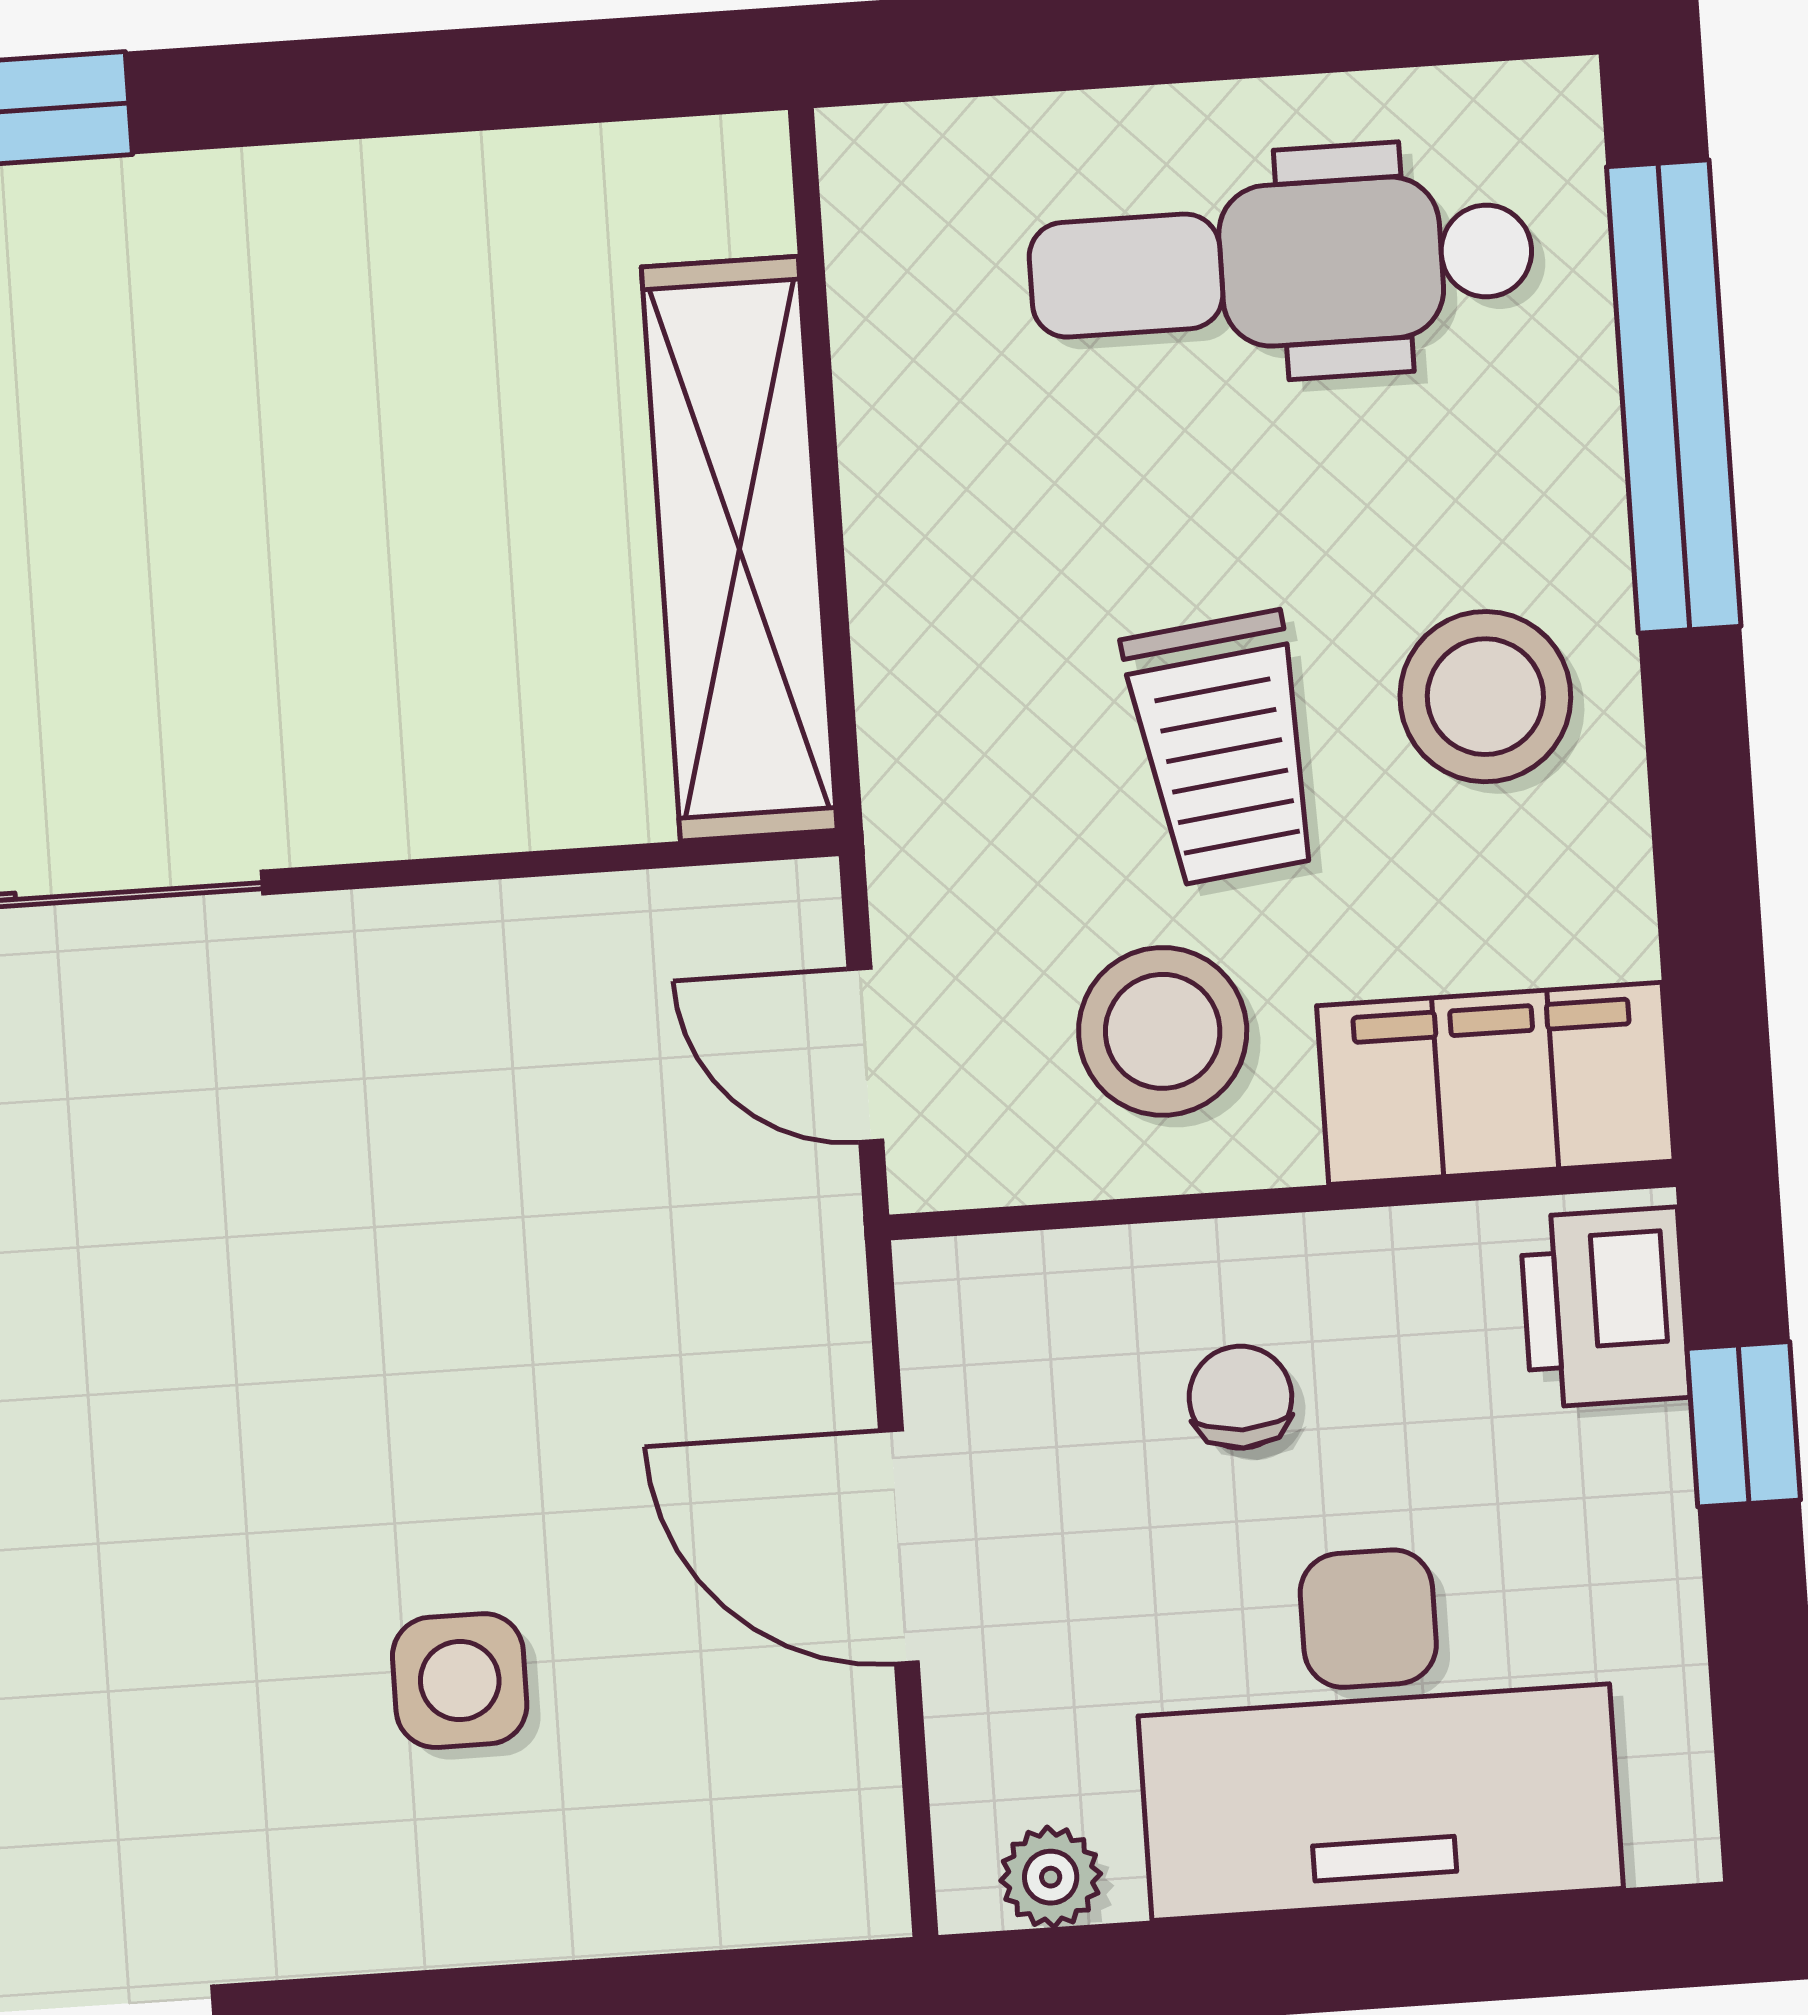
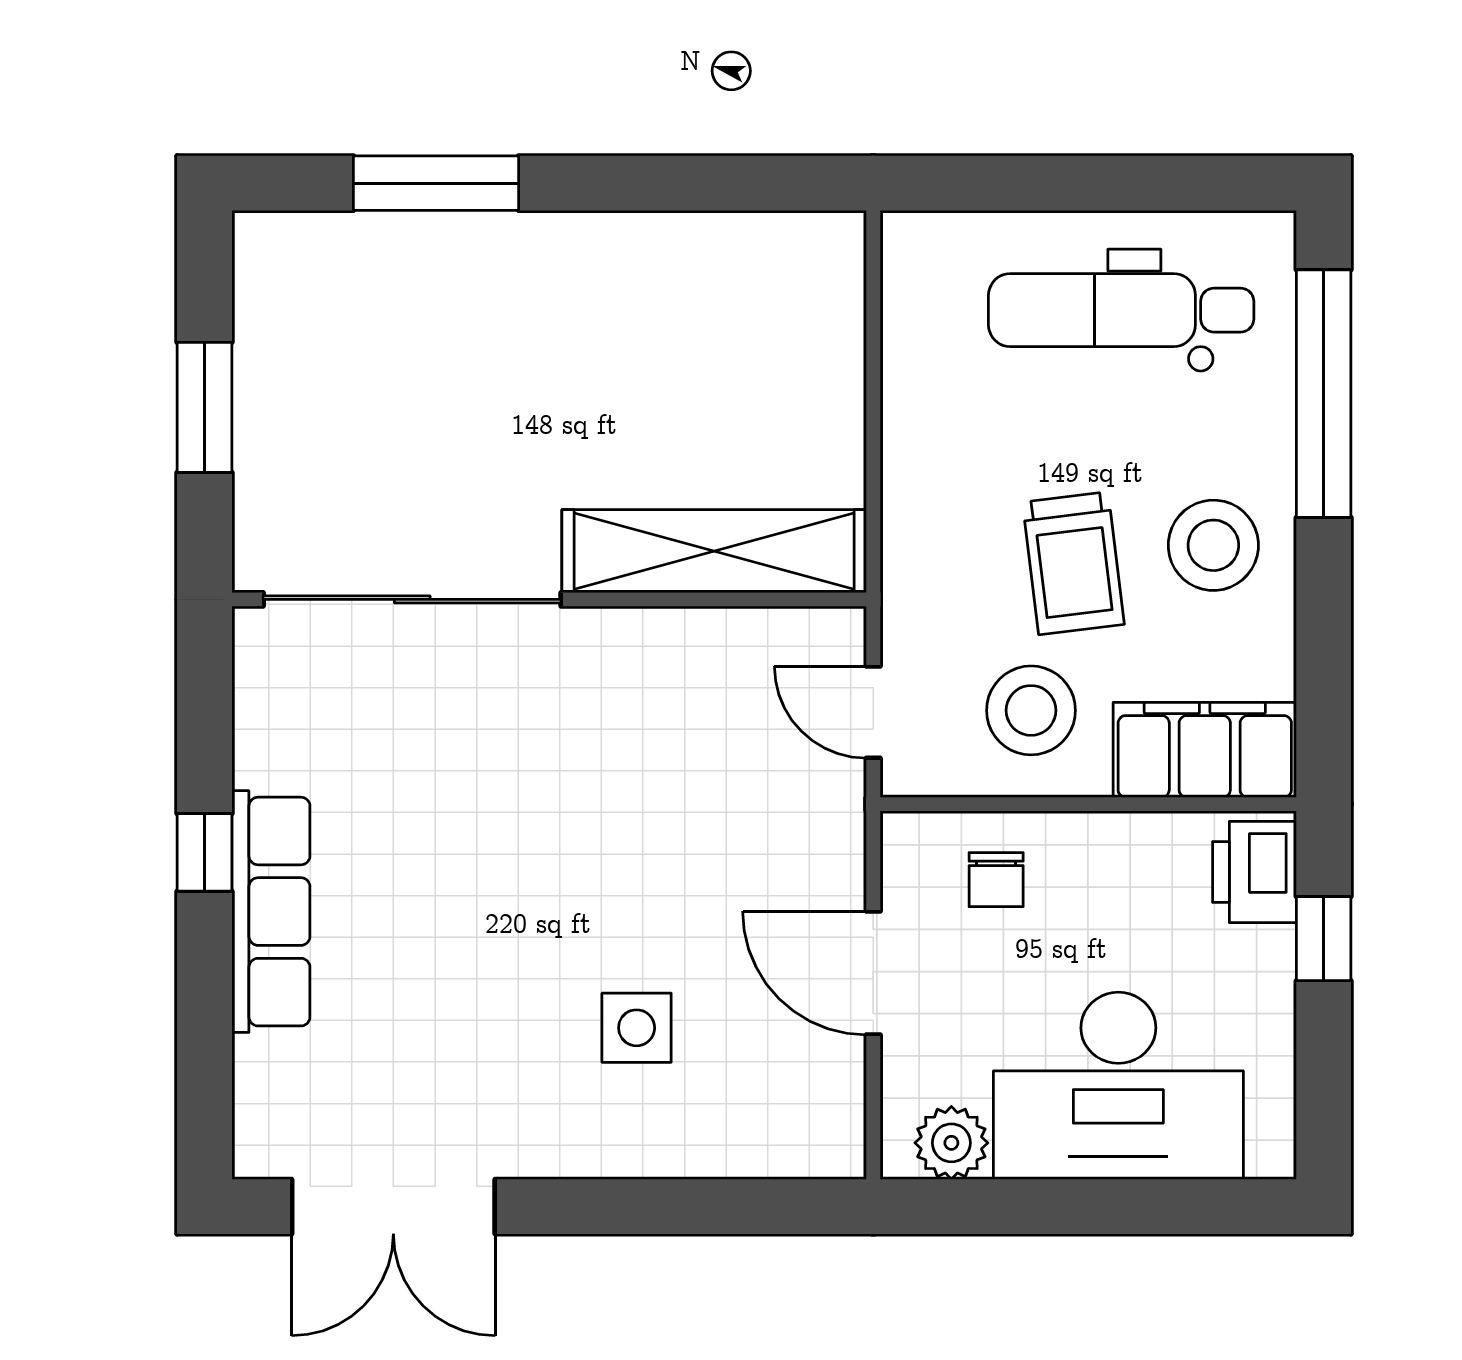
shelving: (739, 549) -> (714, 551), moved, turned 90
chair: (1240, 1397) -> (996, 880), moved, turned 180
plant: (1051, 1877) -> (951, 1143), width x1.38, depth x1.38

